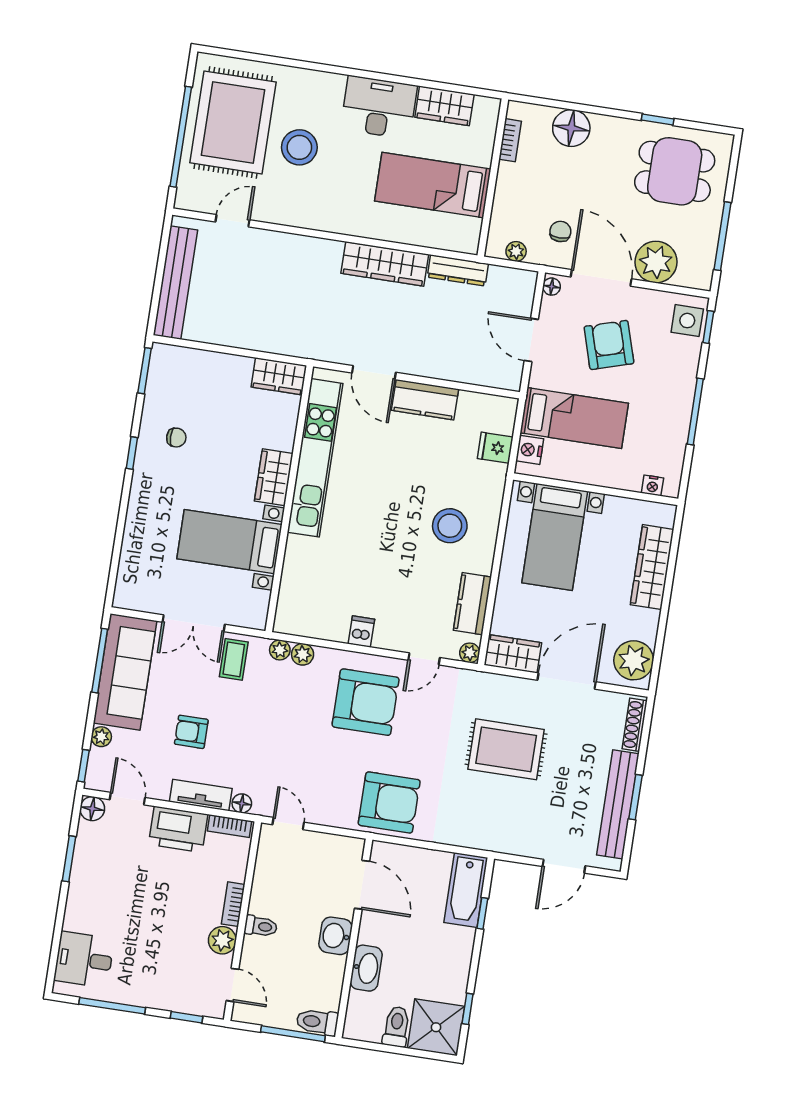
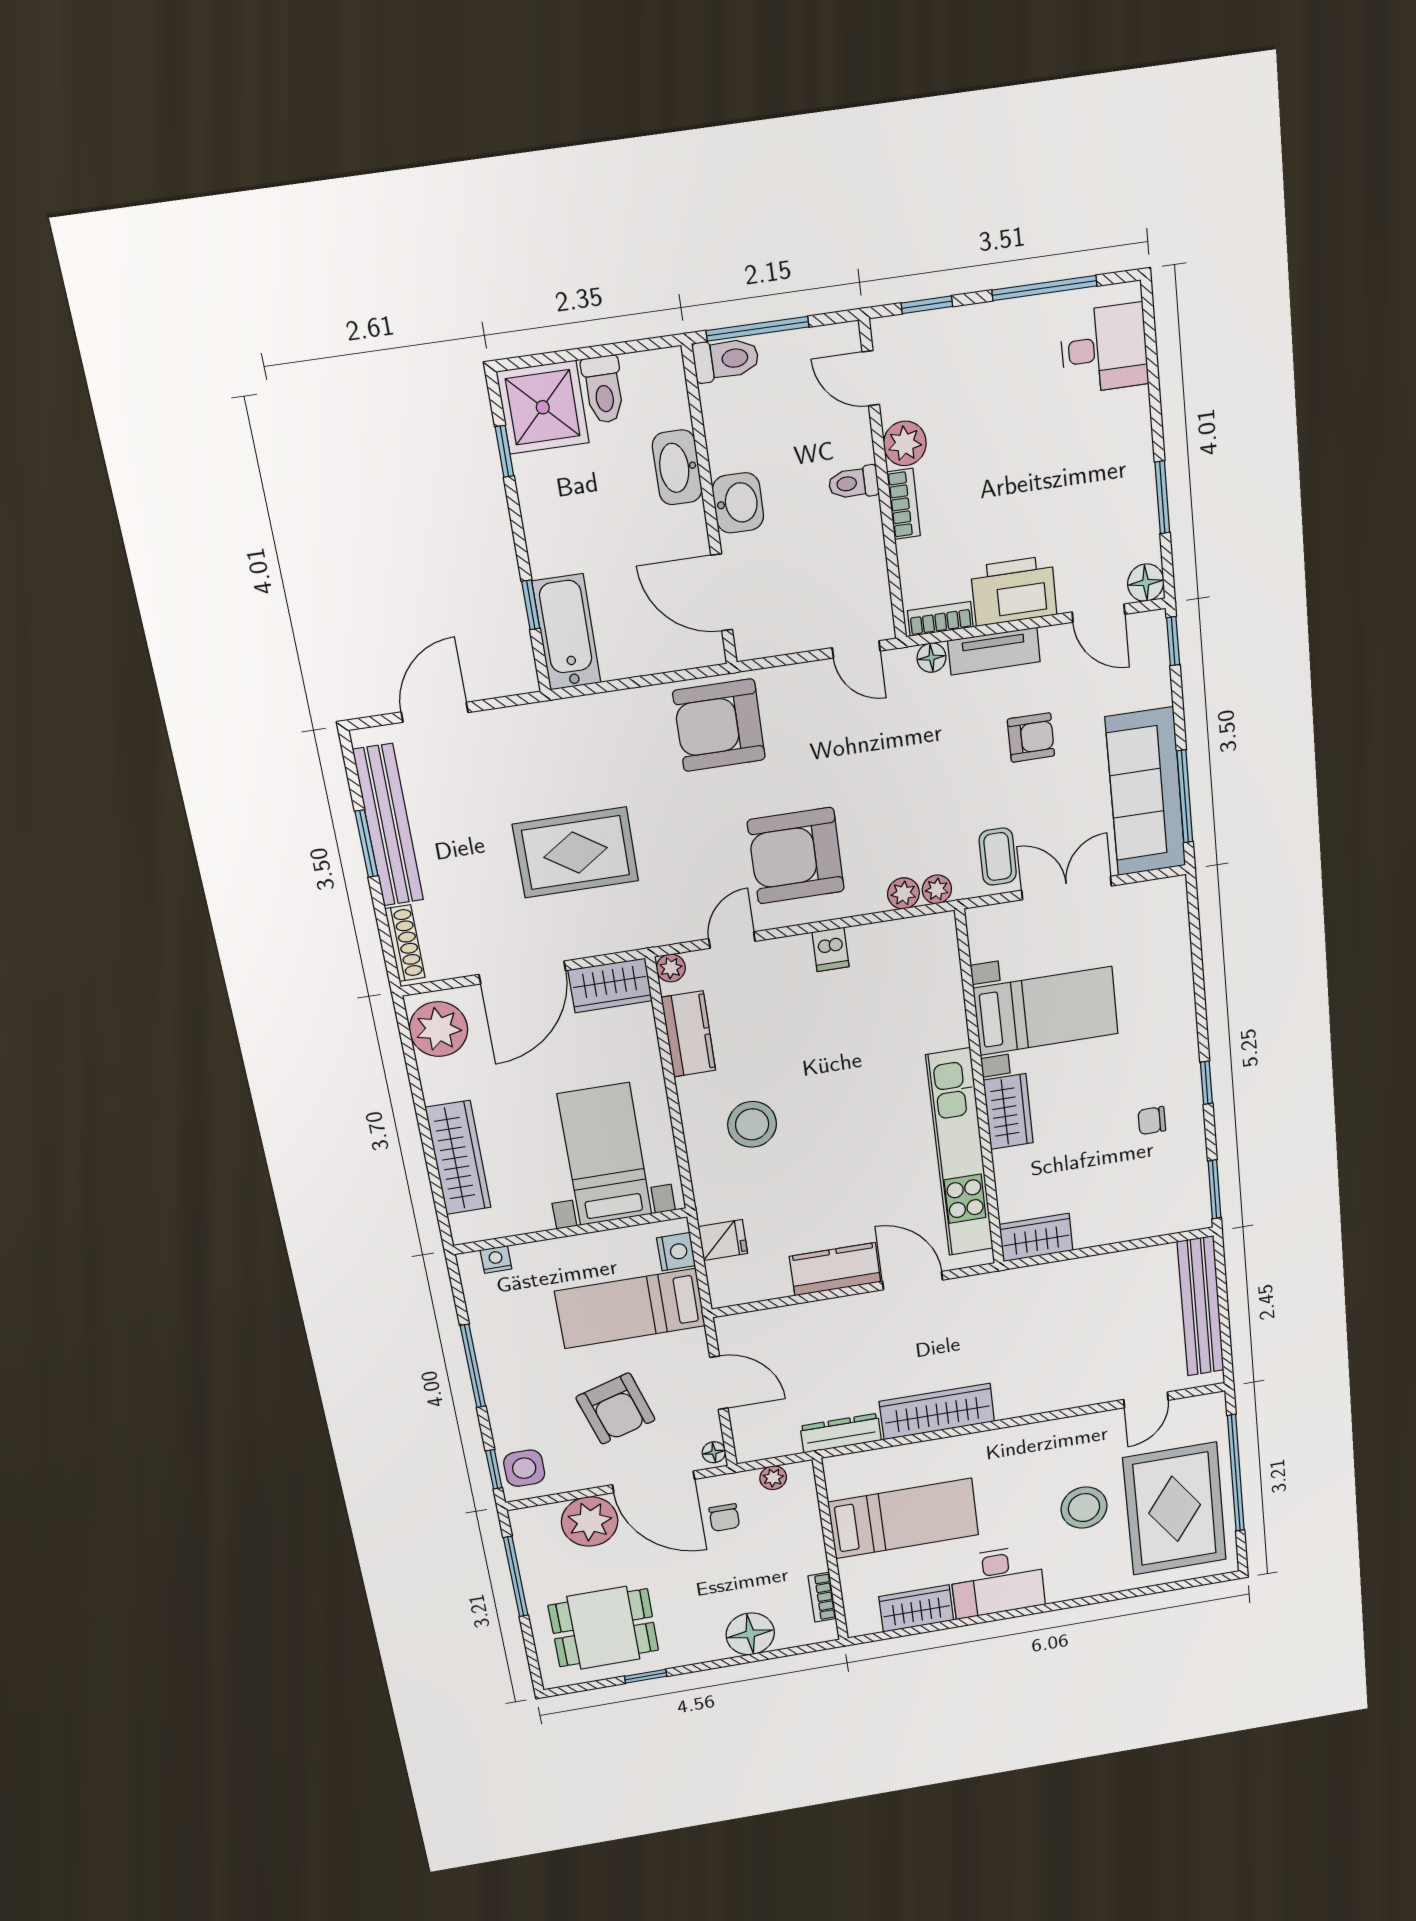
plant: (101, 737) -> (1157, 691), removed

